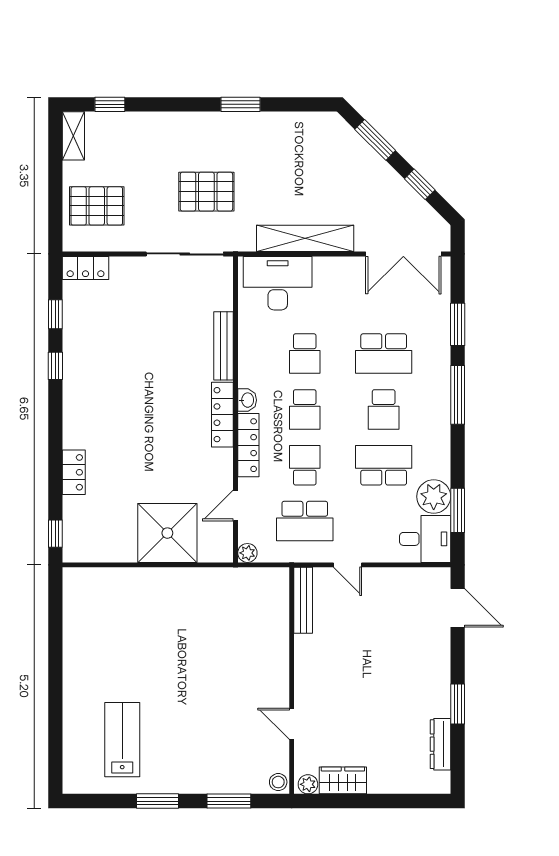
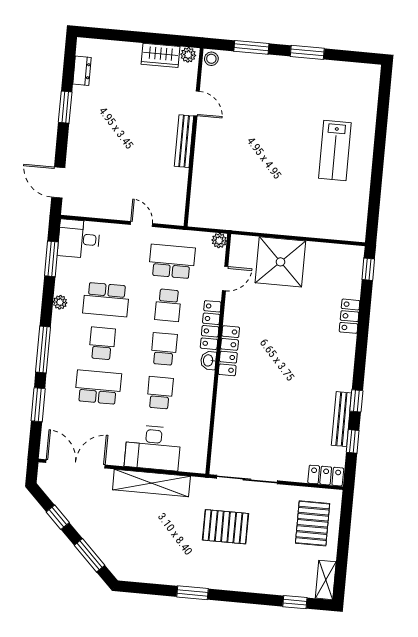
pallet: (97, 206) -> (313, 523), turned 90
desk: (278, 283) -> (153, 448), moved
bench: (224, 346) -> (341, 419), moved
plant: (434, 497) -> (60, 302), moved, width x0.53, depth x0.53
bench: (303, 600) -> (184, 141), moved
lab bench: (122, 740) -> (335, 151), moved
dresser: (440, 744) -> (82, 71), width x0.70

